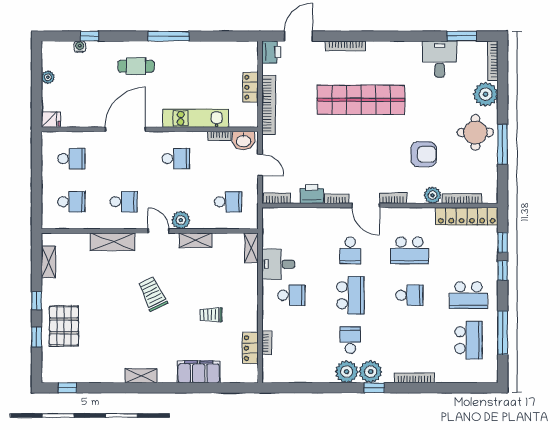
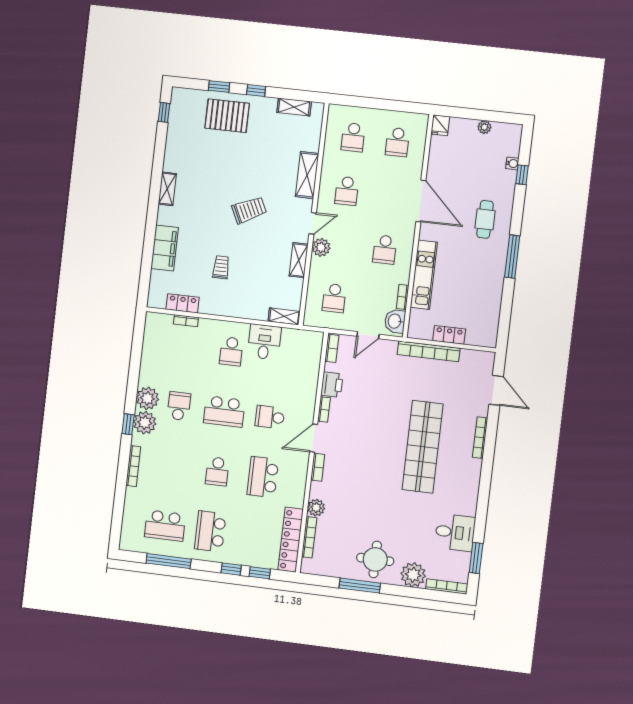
printer: (271, 52) -> (483, 360), removed
armchair: (424, 154) -> (359, 504), removed
school desk: (350, 340) -> (179, 406), turned -90

